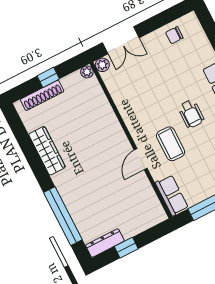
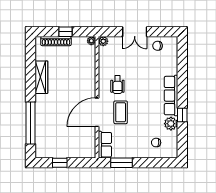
double door: (121, 40) -> (135, 32), moved
wheelchair: (191, 114) -> (117, 85), moved
door: (141, 159) -> (97, 112), width x1.88
dresser: (105, 243) -> (48, 153), removed

